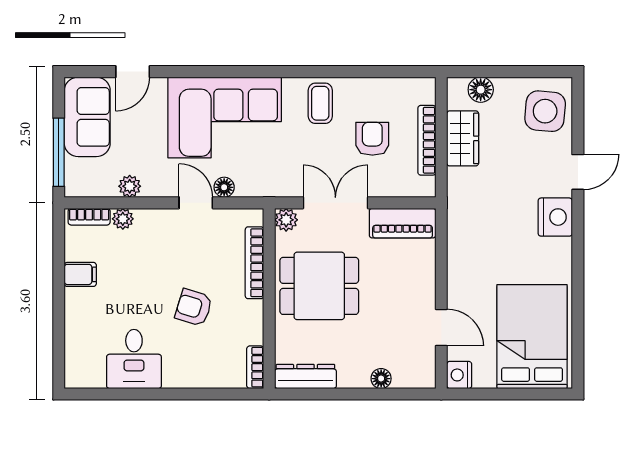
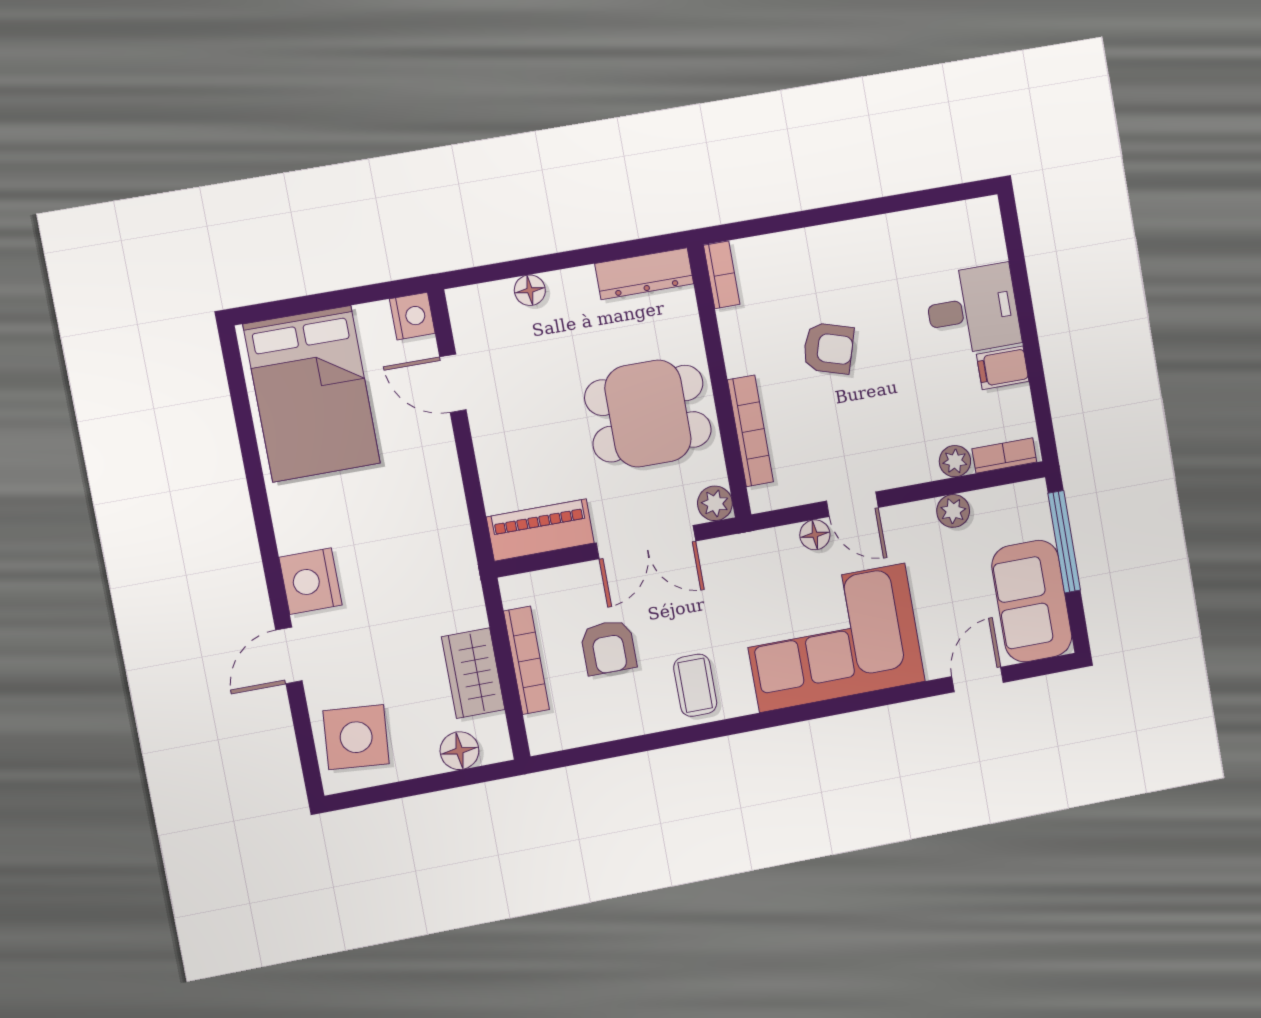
desk: (134, 359) -> (973, 310), moved, turned 90

